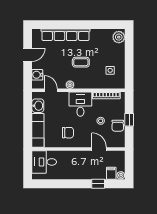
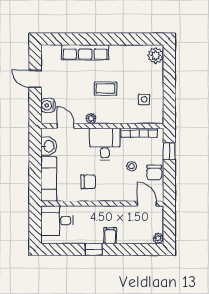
row of seats: (66, 35) -> (85, 52), width x0.73
door: (28, 55) -> (35, 79), swing flipped
window: (129, 120) -> (169, 151), moved
door: (99, 149) -> (147, 204), moved
filing cabinet: (111, 173) -> (110, 236), moved
window: (98, 184) -> (94, 249), moved

